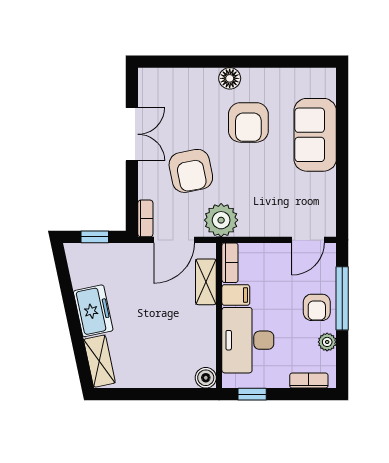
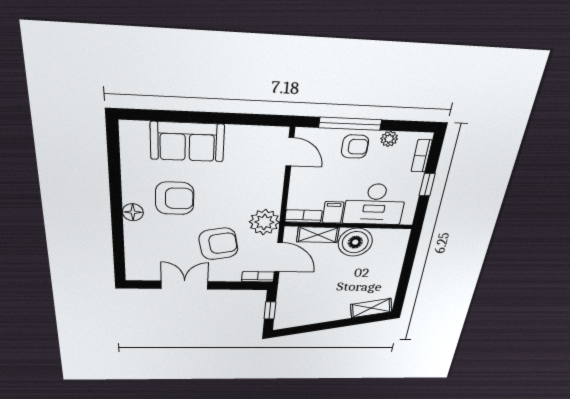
freezer: (93, 311) -> (330, 312), removed
boiler: (206, 378) -> (355, 242), moved, width x1.86, depth x1.86
window: (252, 394) -> (427, 185), moved

